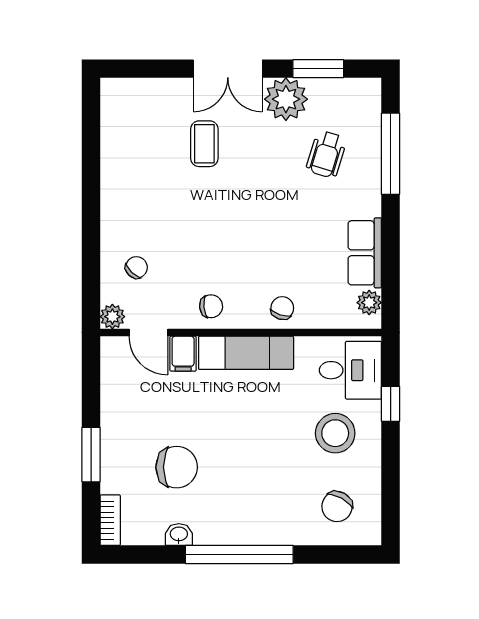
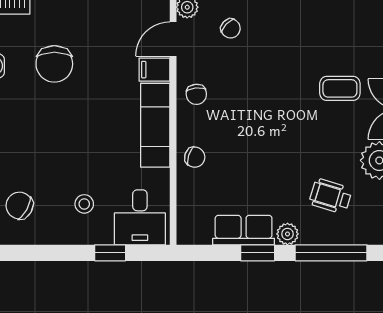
window: (391, 237) -> (258, 253), added
plant: (369, 303) -> (287, 234), moved
stool: (335, 433) -> (84, 204), width x0.53, depth x0.53

